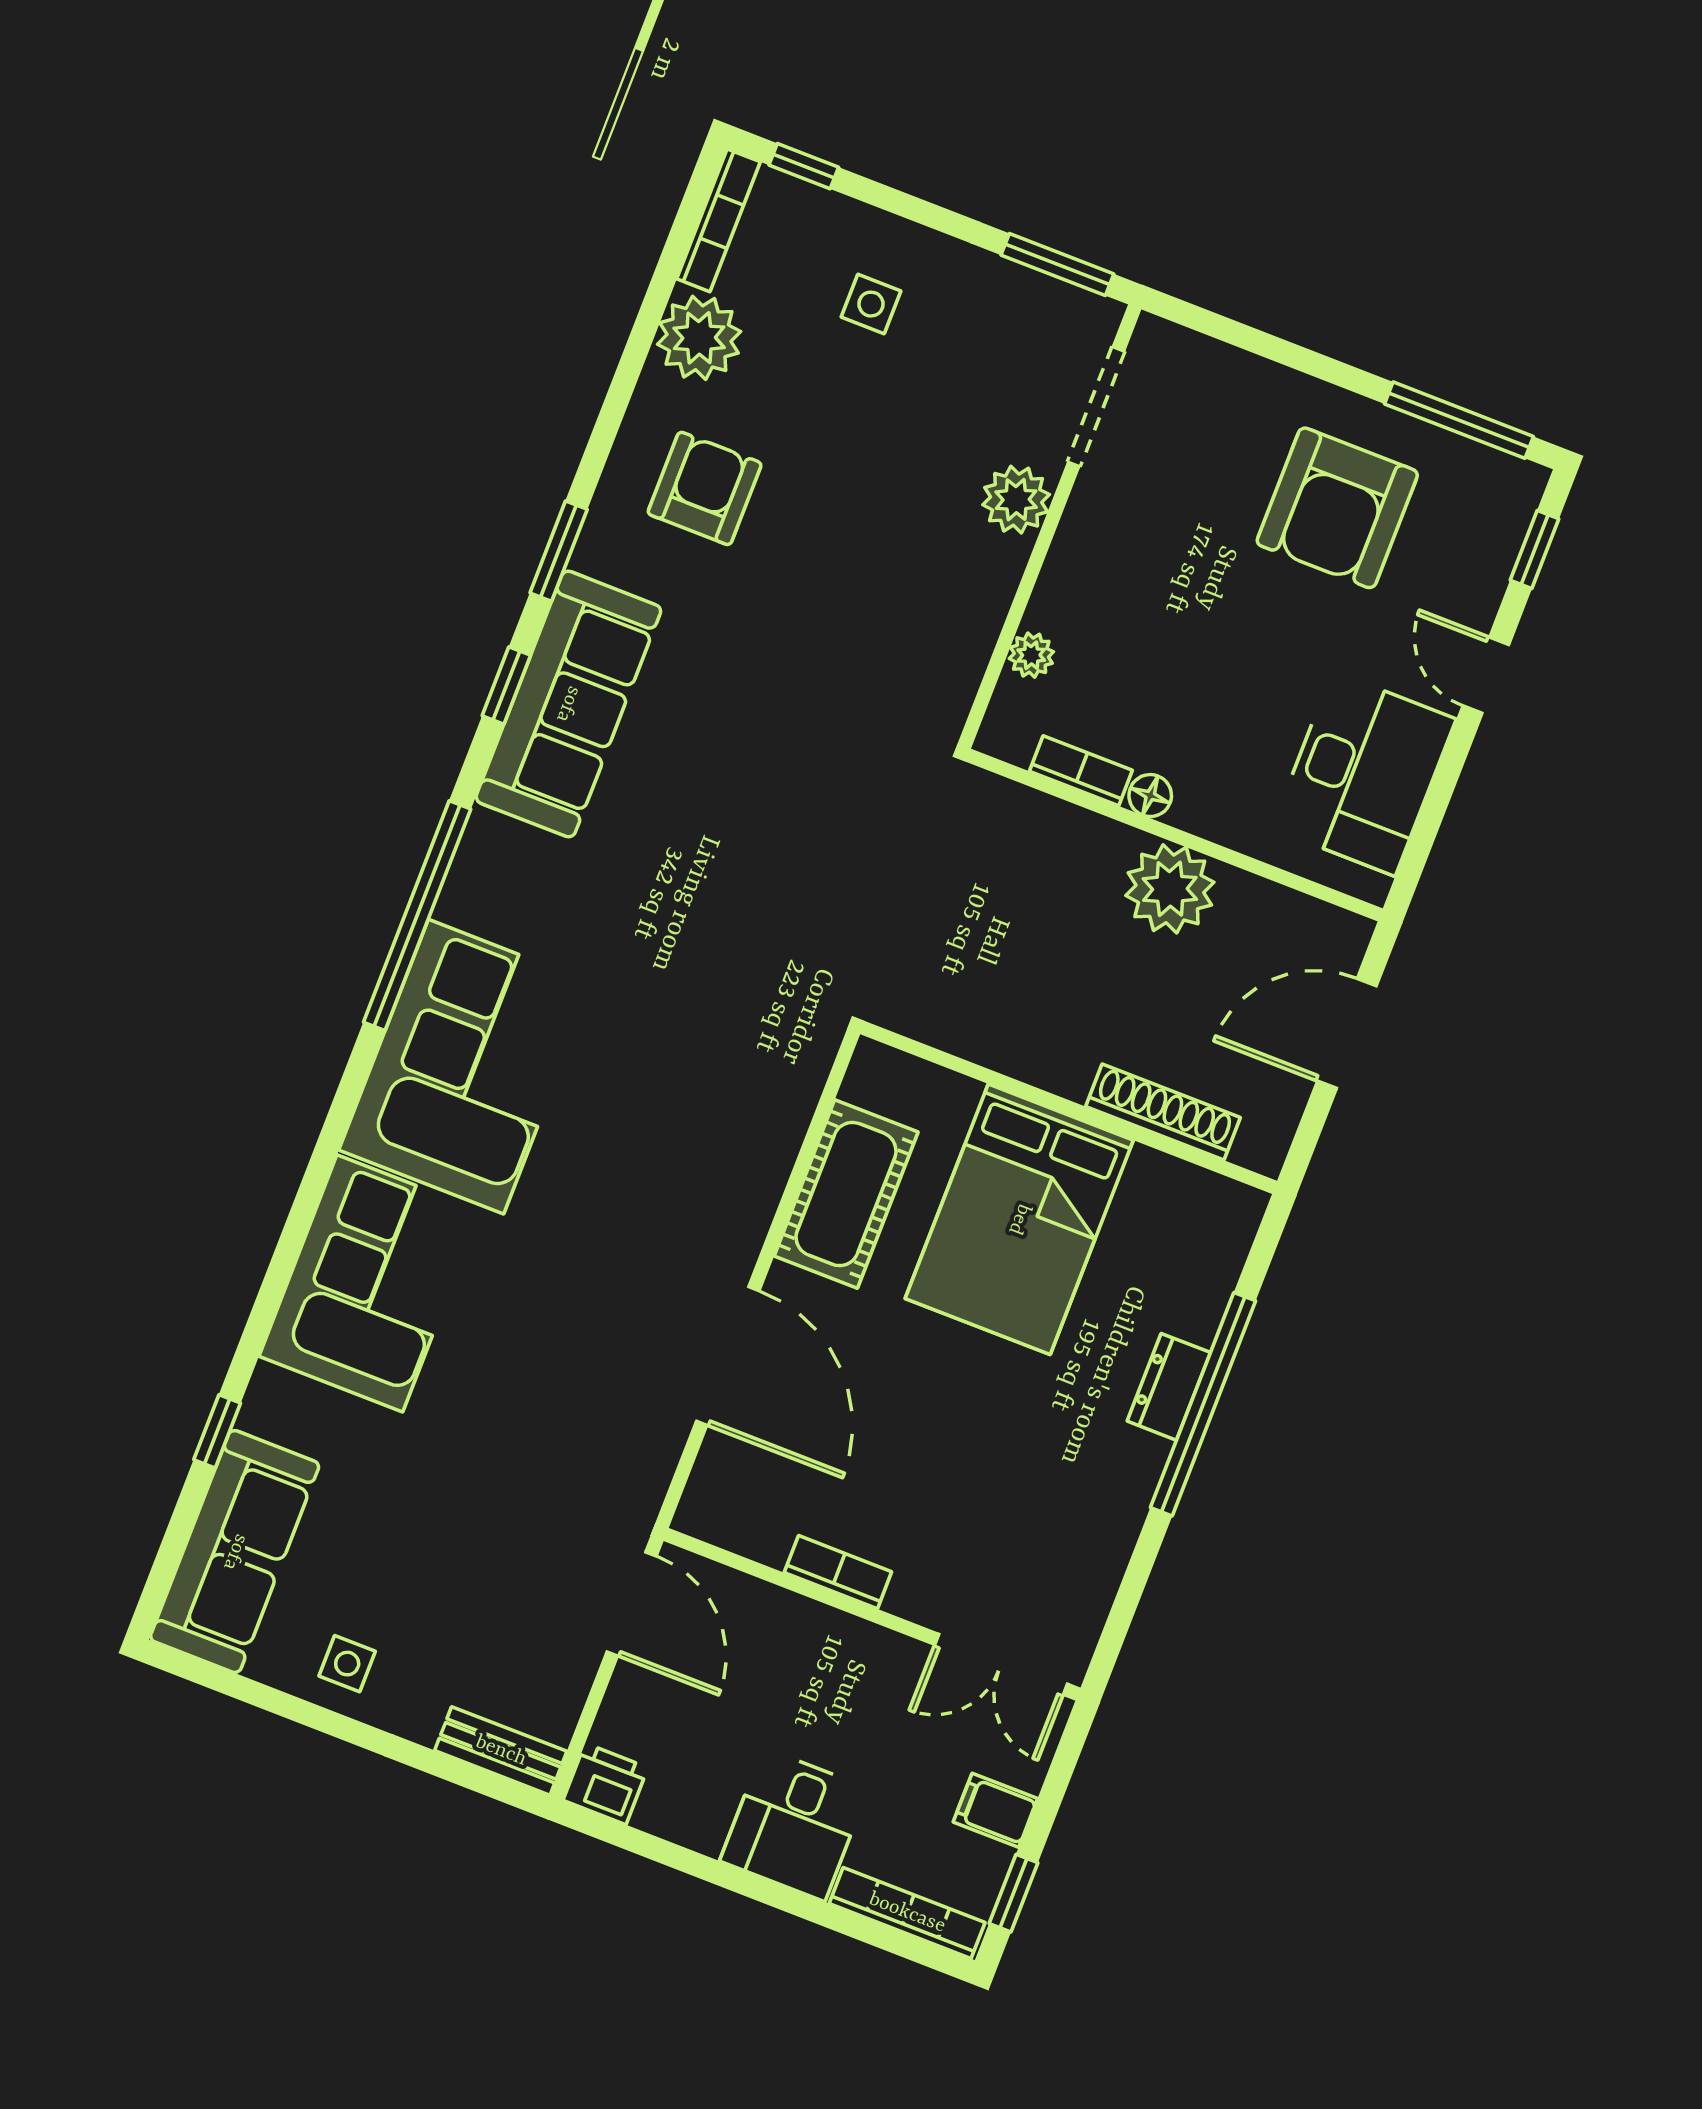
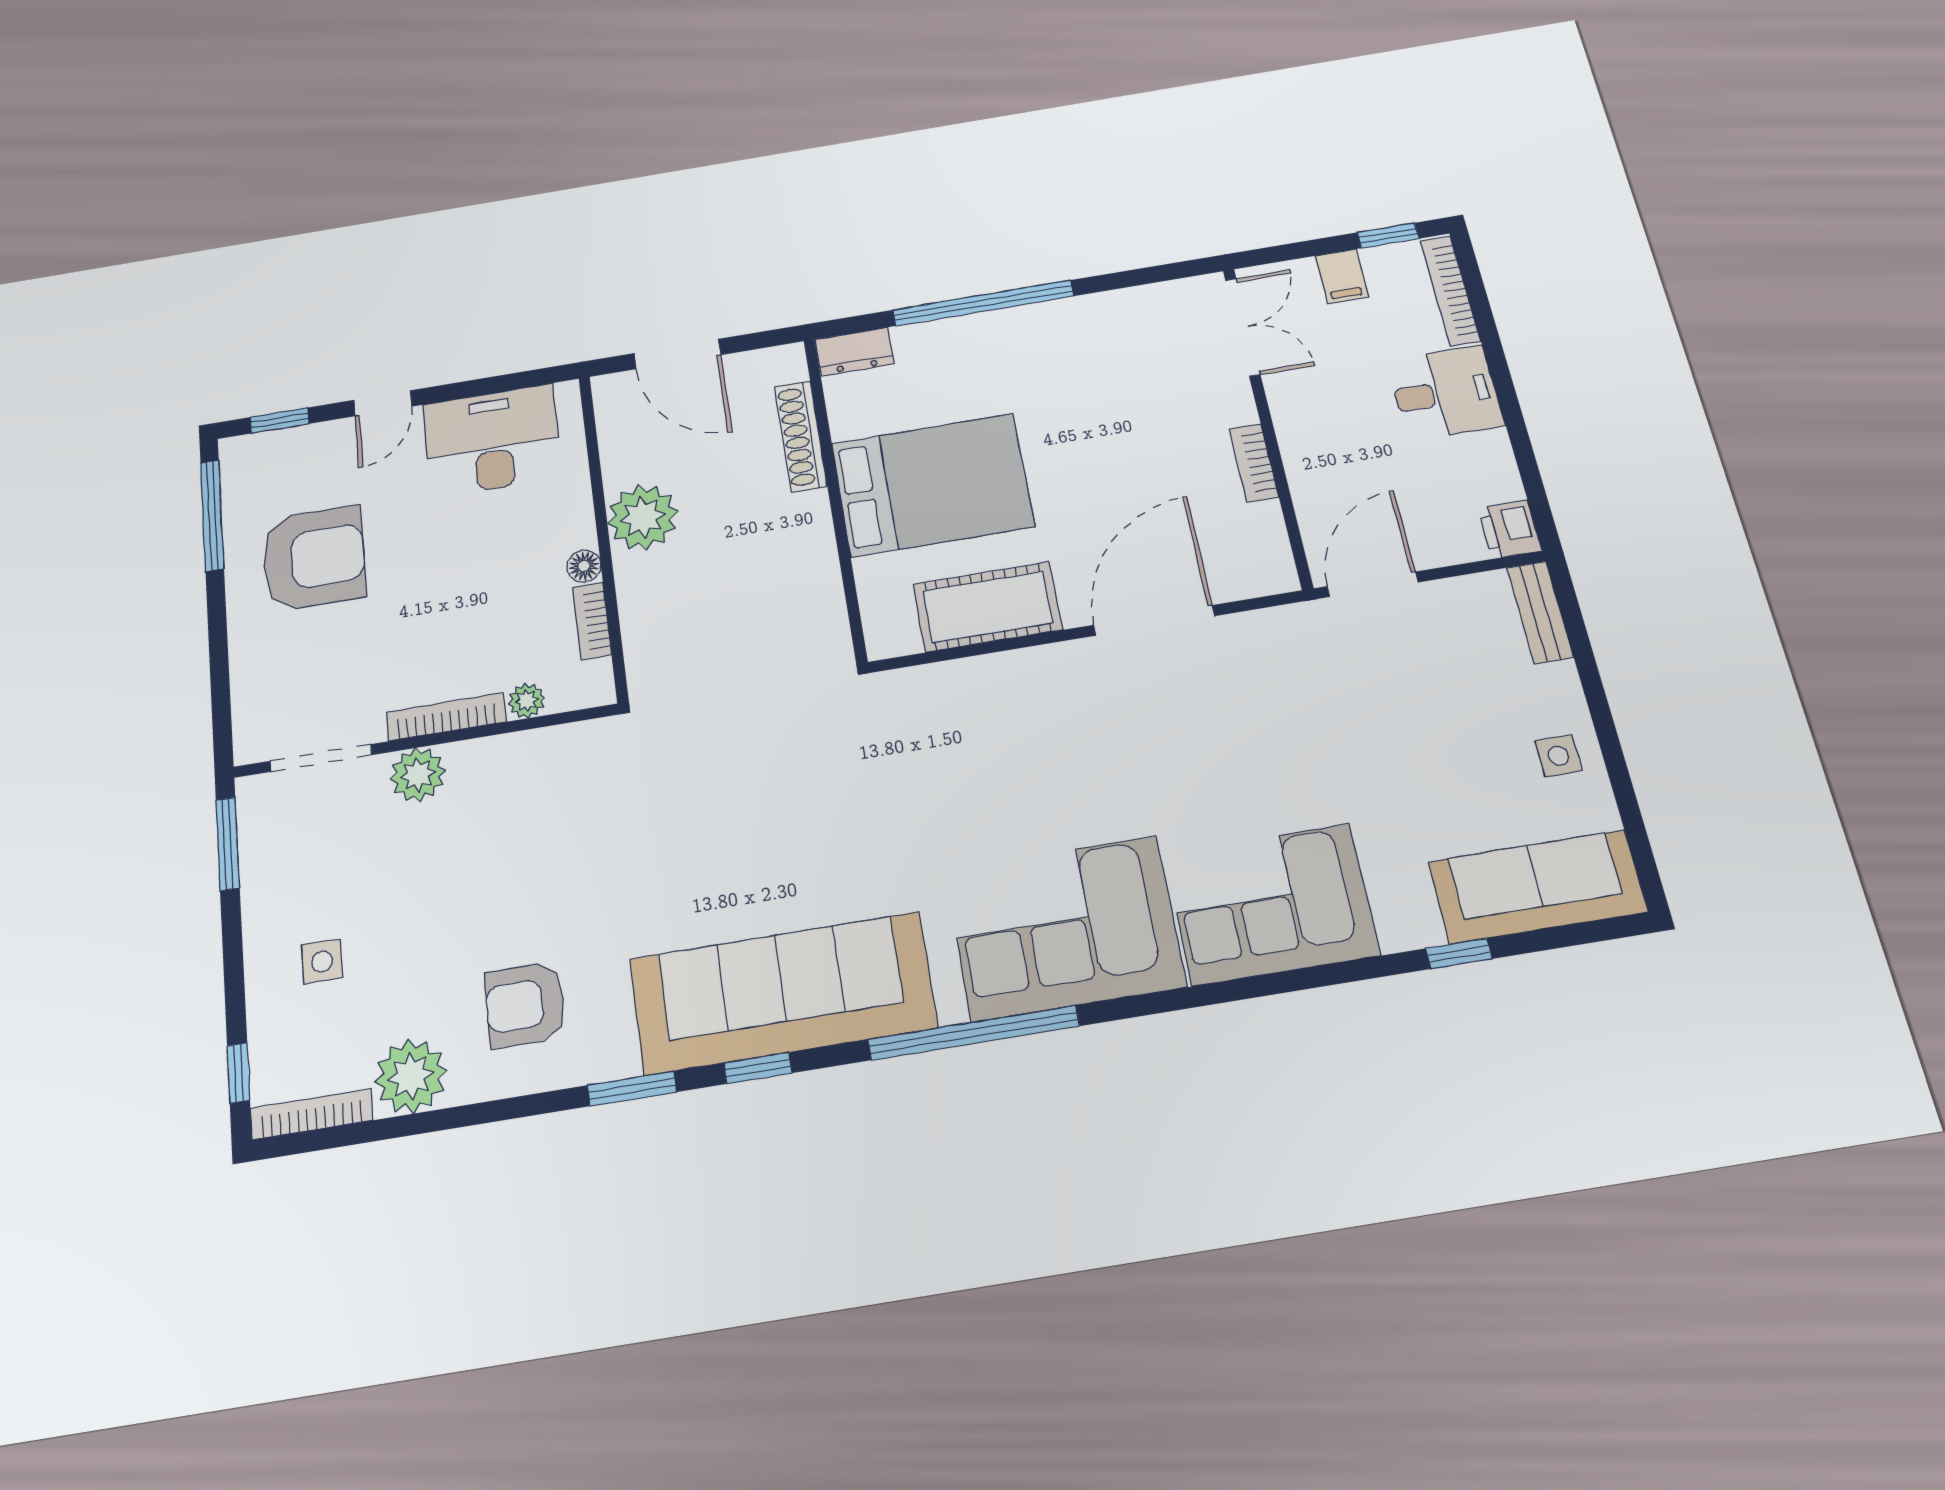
bookcase: (1064, 561) -> (446, 717), added
sofa: (568, 704) -> (783, 993), width x1.36, depth x1.27
dresser: (1169, 1387) -> (855, 352), moved

